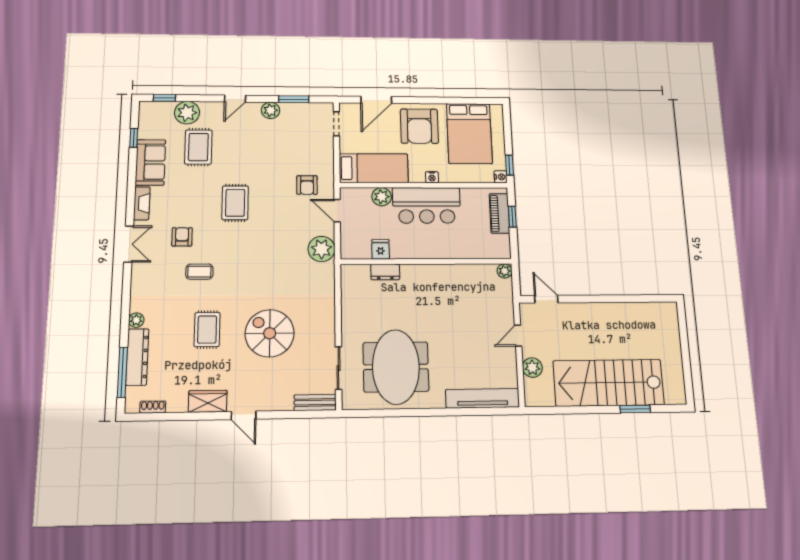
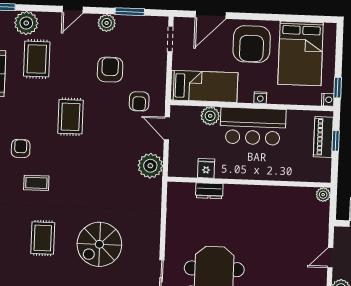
armchair: (275, 155) -> (110, 70), added
spiral stairs: (270, 333) -> (99, 244), turned -90

